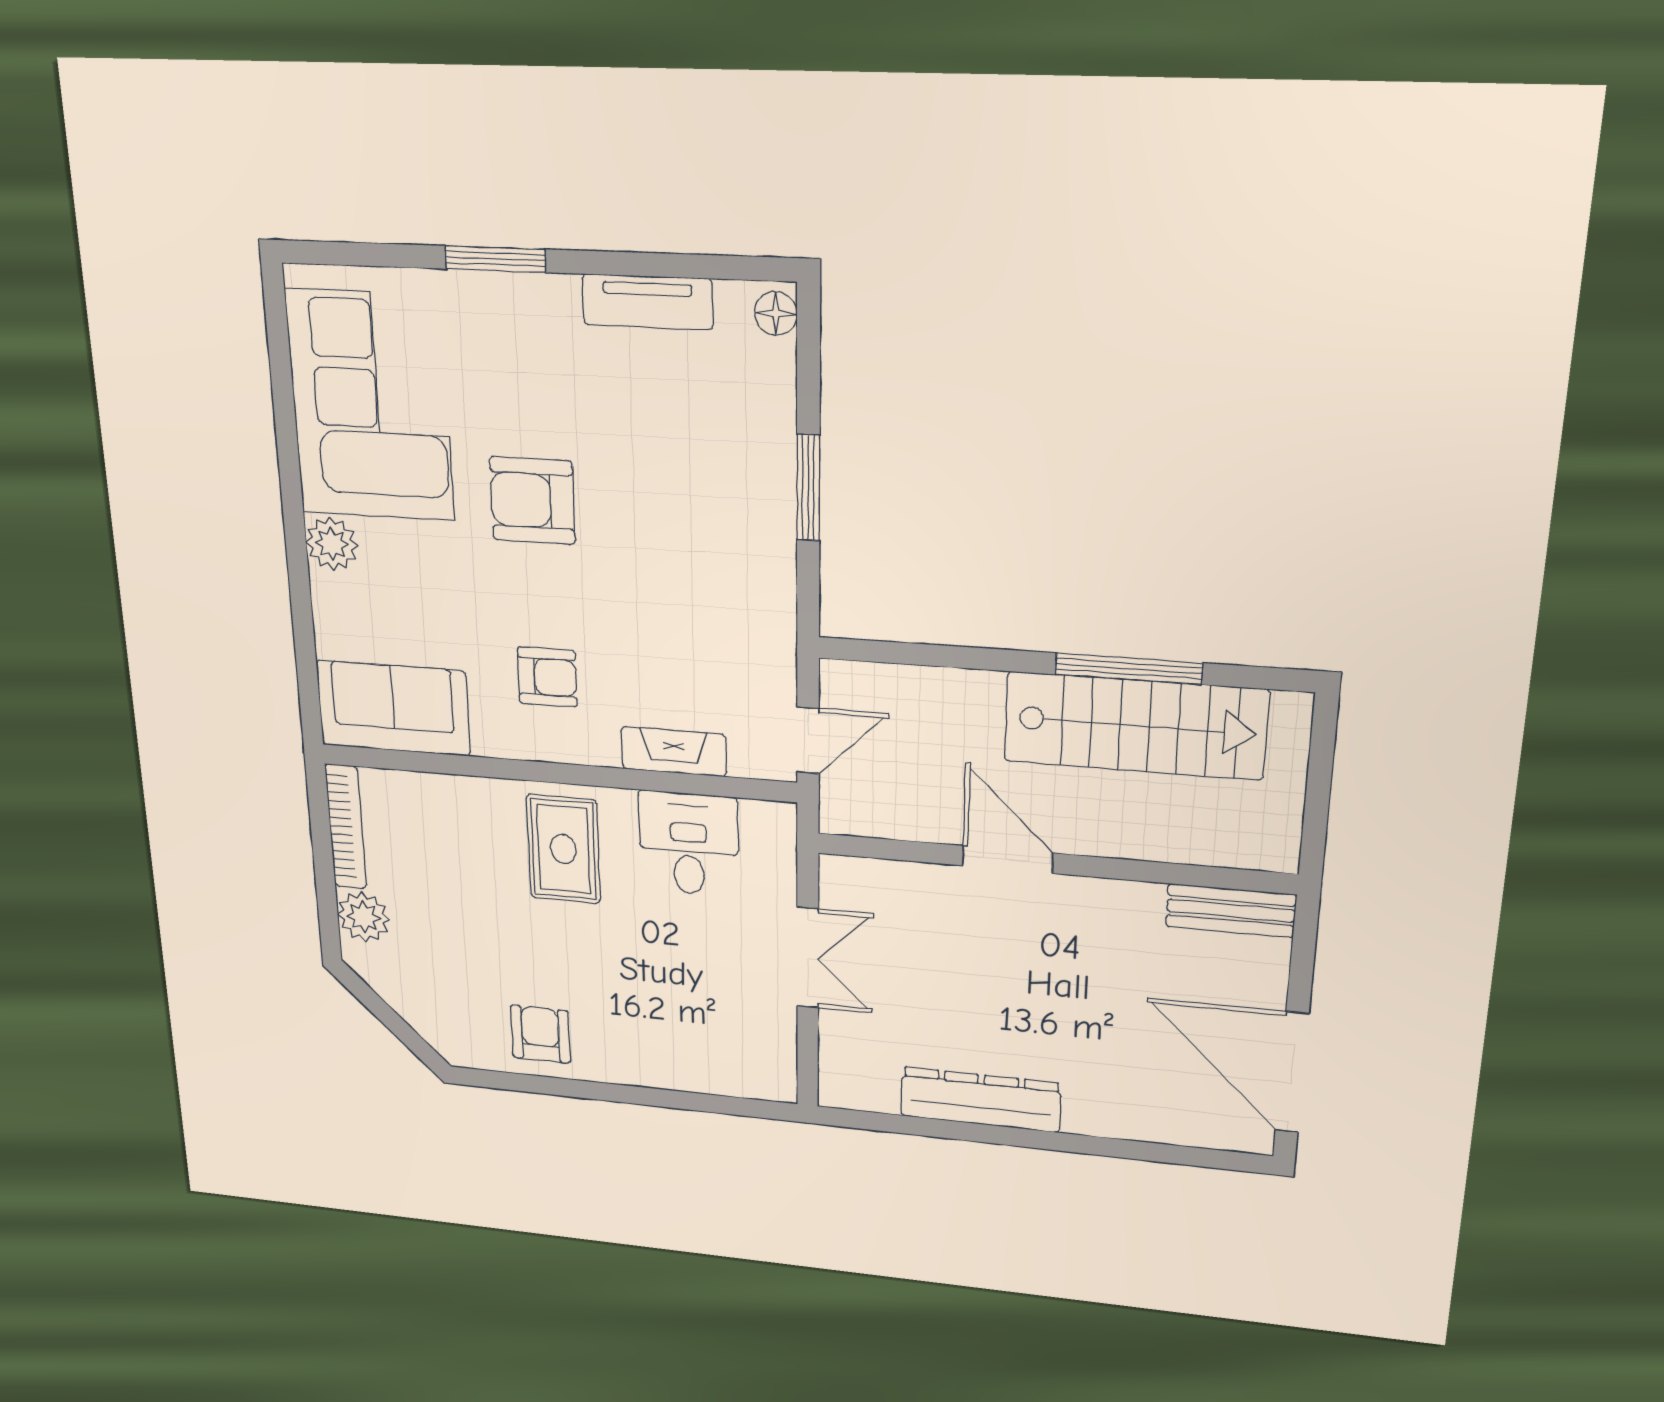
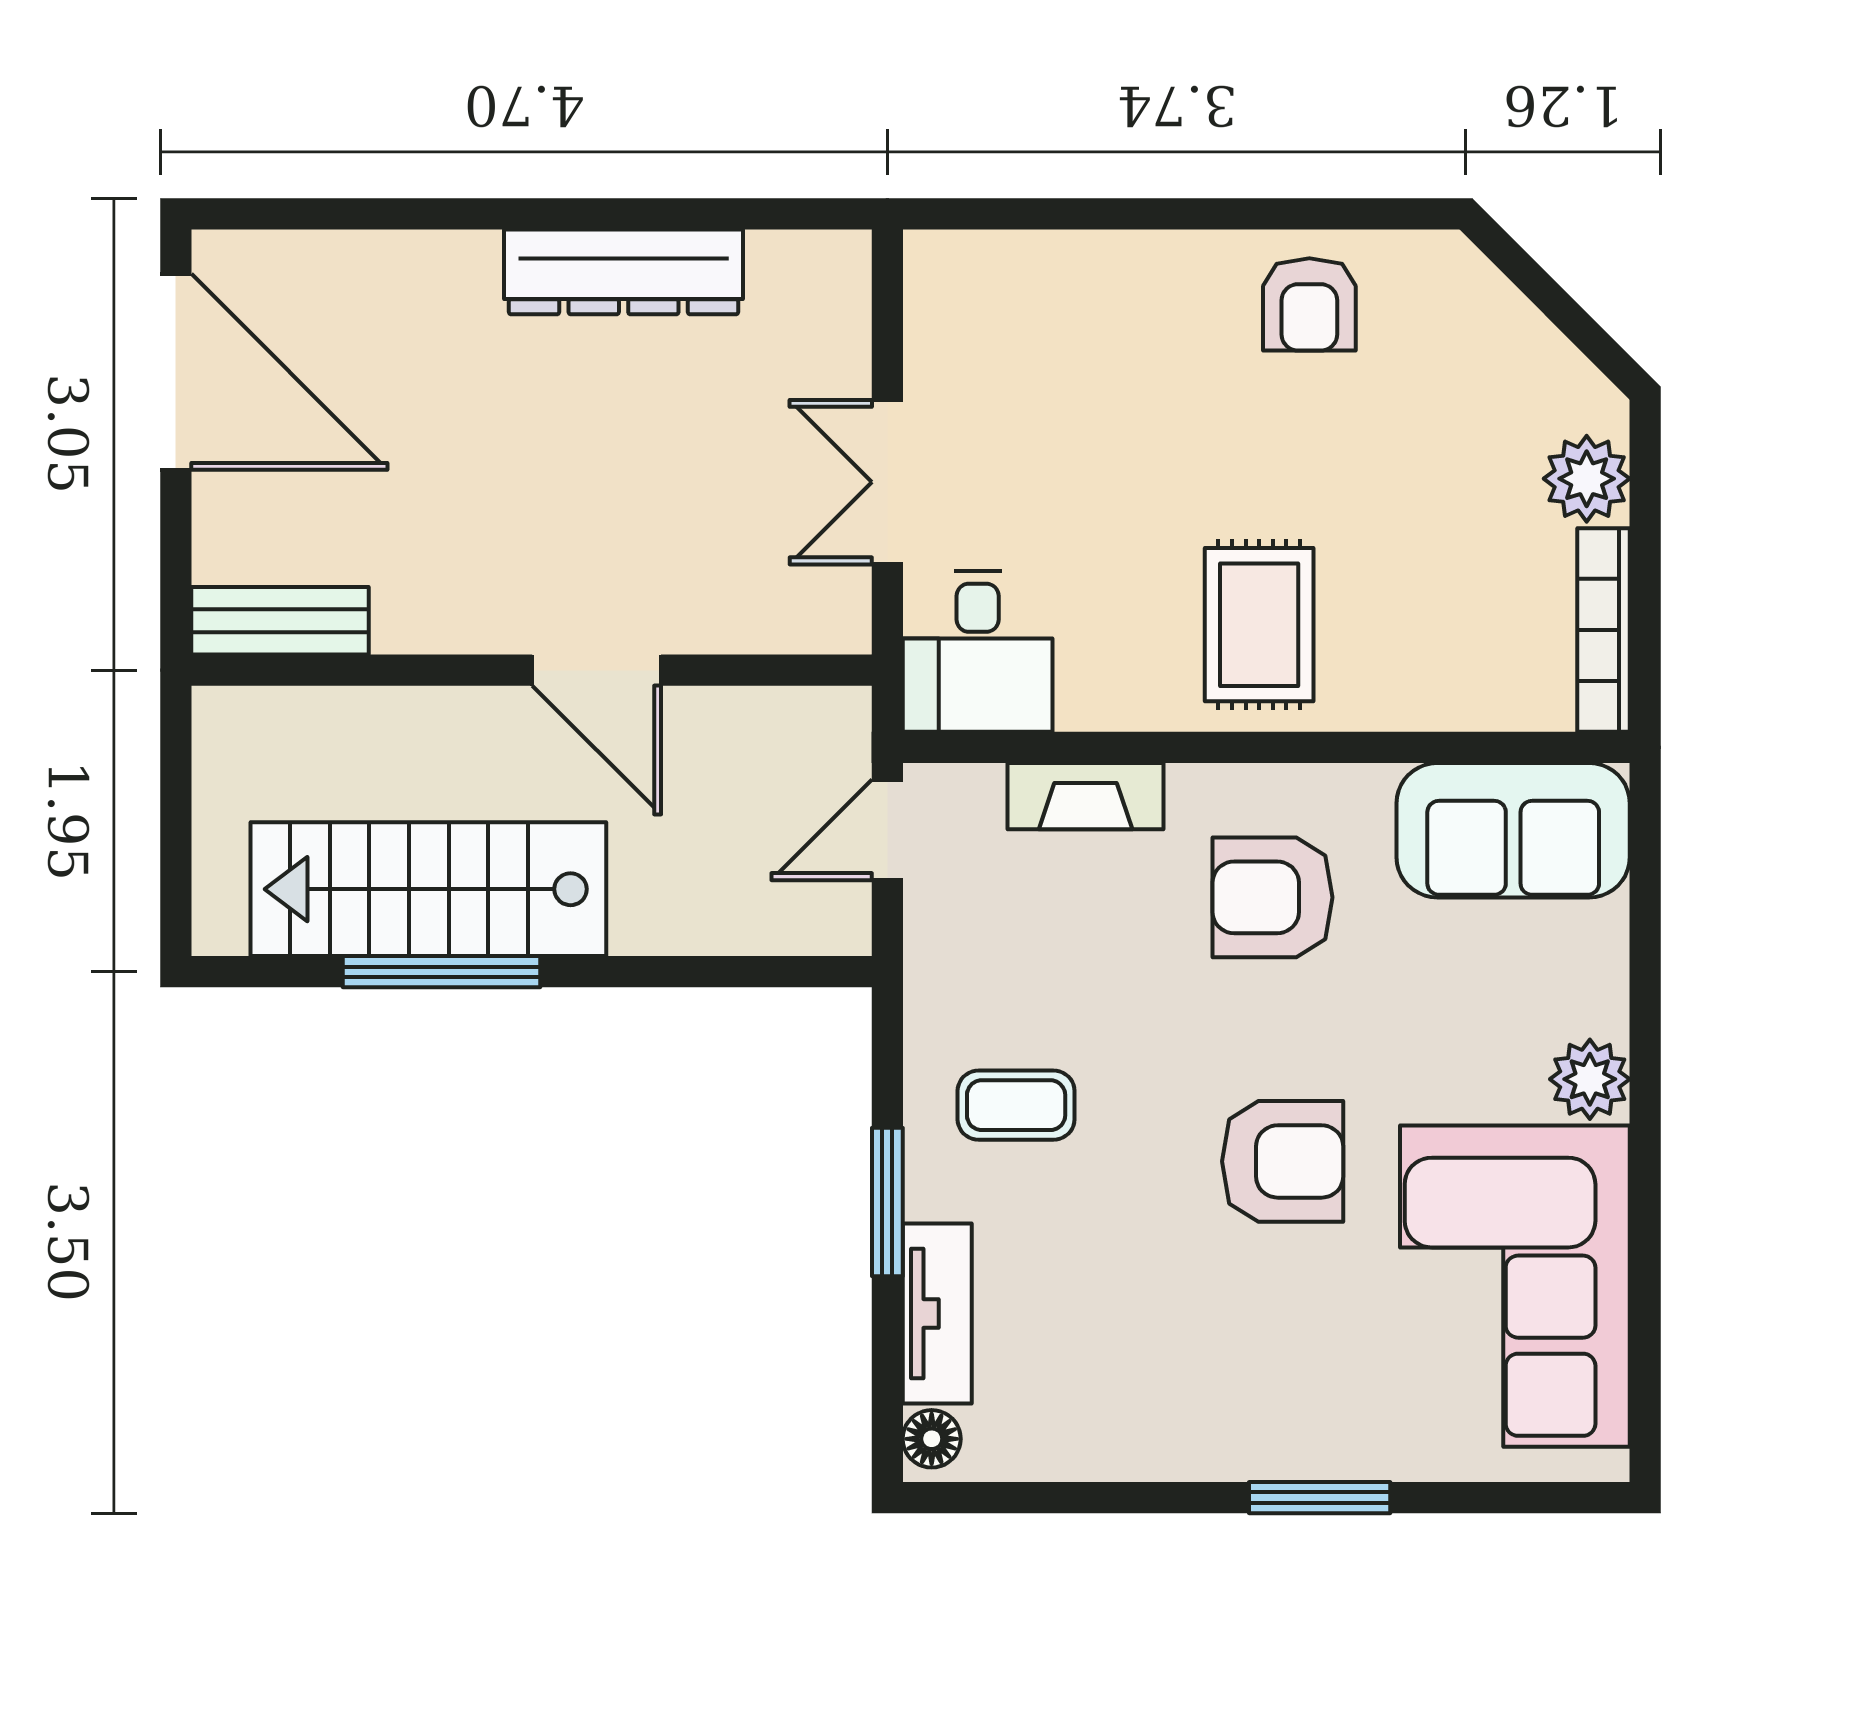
tv unit: (648, 302) -> (937, 1313), moved, turned 90
coffee table: (717, 550) -> (1016, 1105), added
armchair: (547, 677) -> (1272, 897), width x1.38, depth x1.38
desk: (689, 844) -> (978, 651), moved

